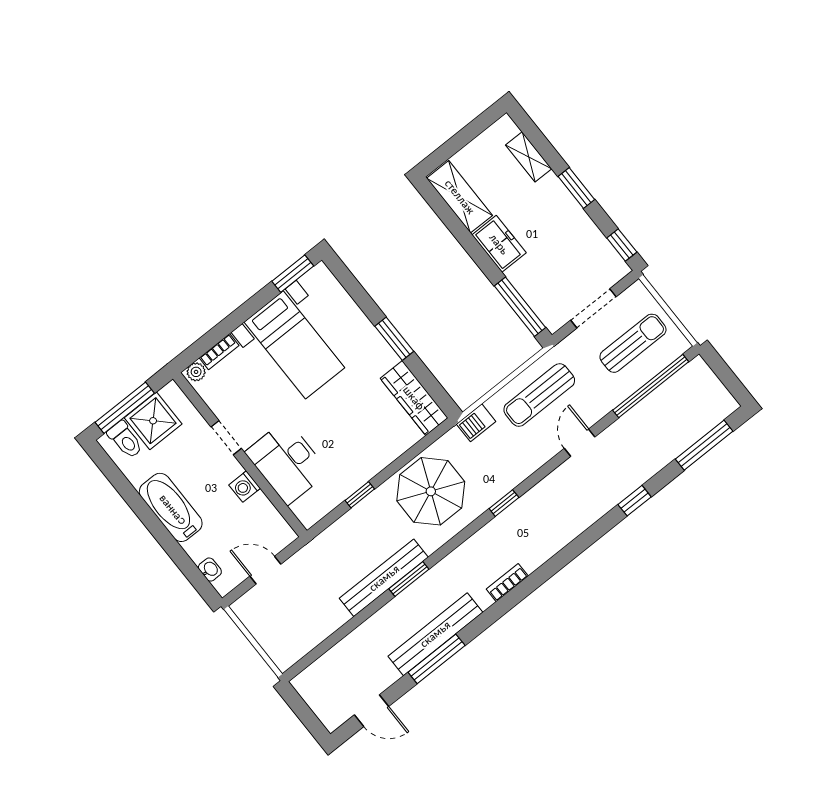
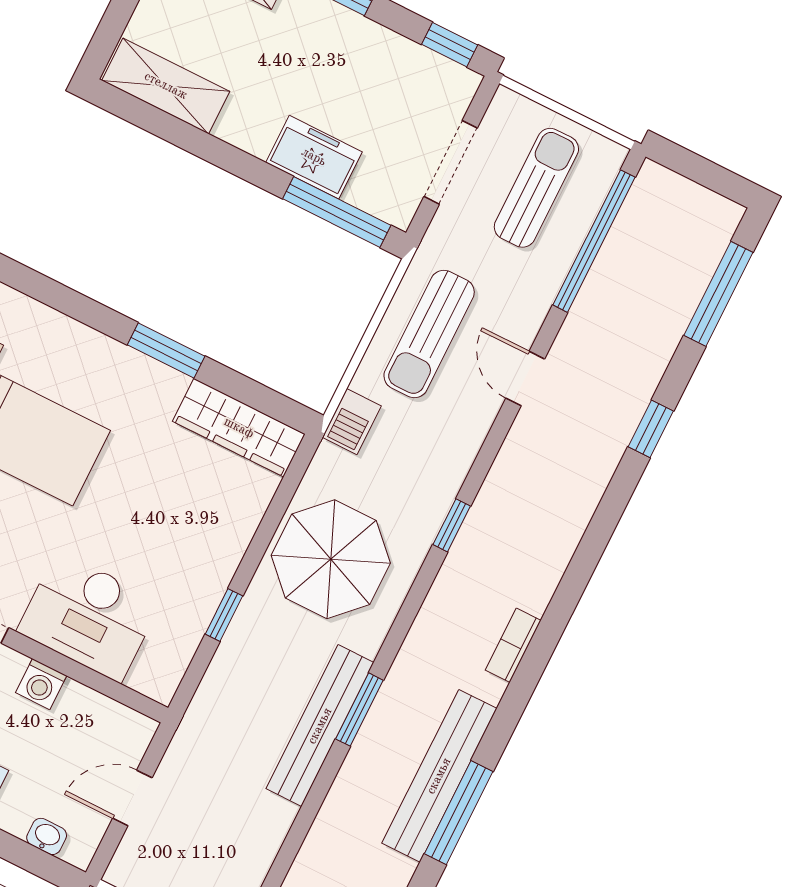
freezer: (499, 244) -> (314, 157), moved

